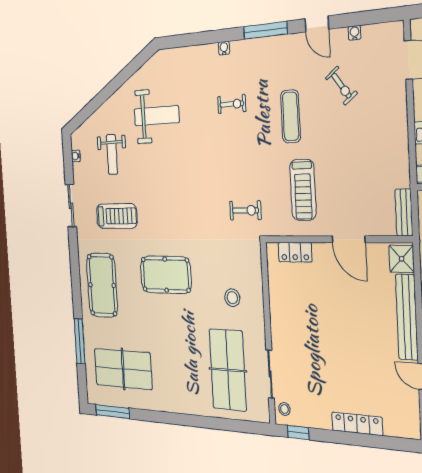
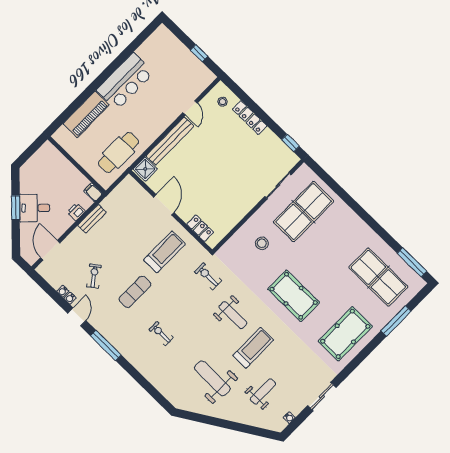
water cooler: (224, 48) -> (70, 298), moved
weight bench: (193, 197) -> (233, 315), added
bench: (404, 213) -> (92, 219), moved
treadmill: (117, 216) -> (253, 348), moved, turned 90
stool: (284, 409) -> (223, 102), moved

